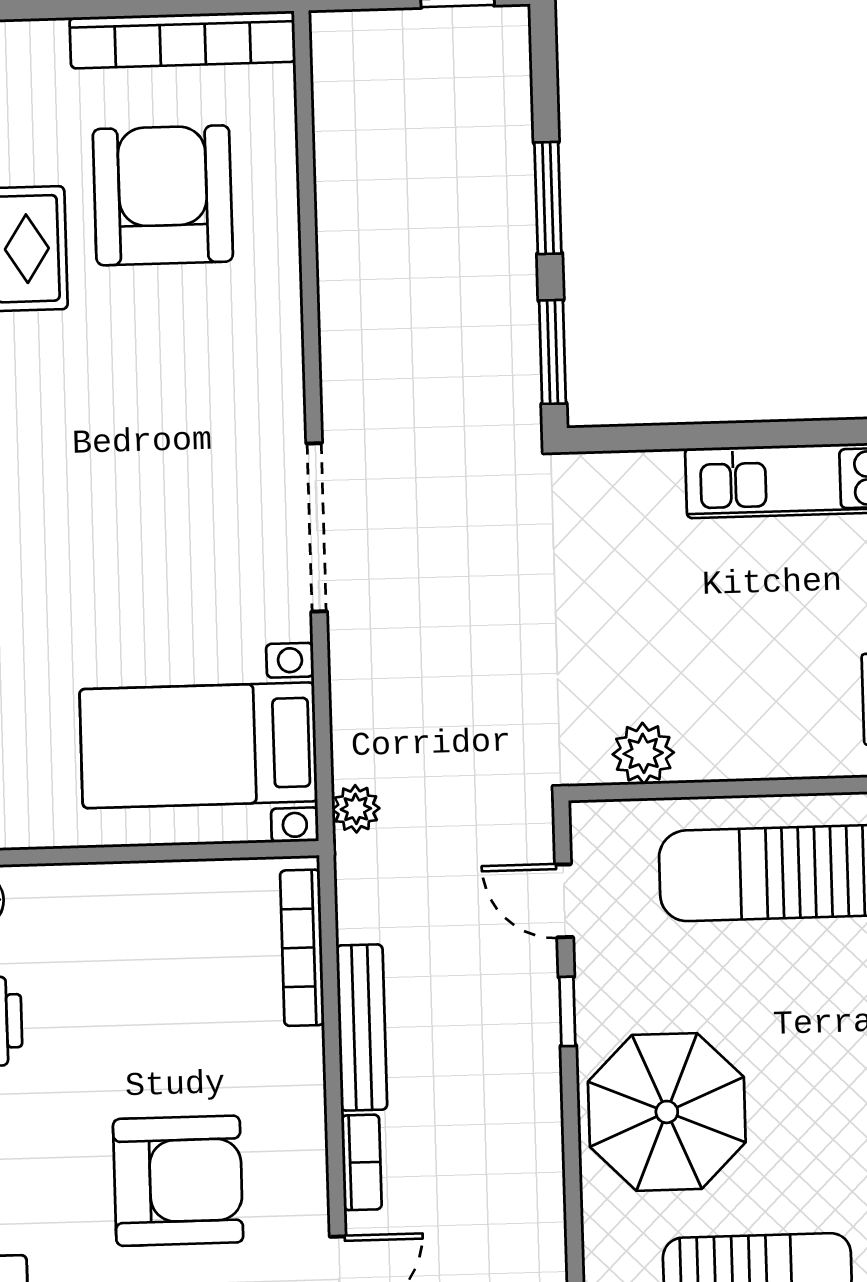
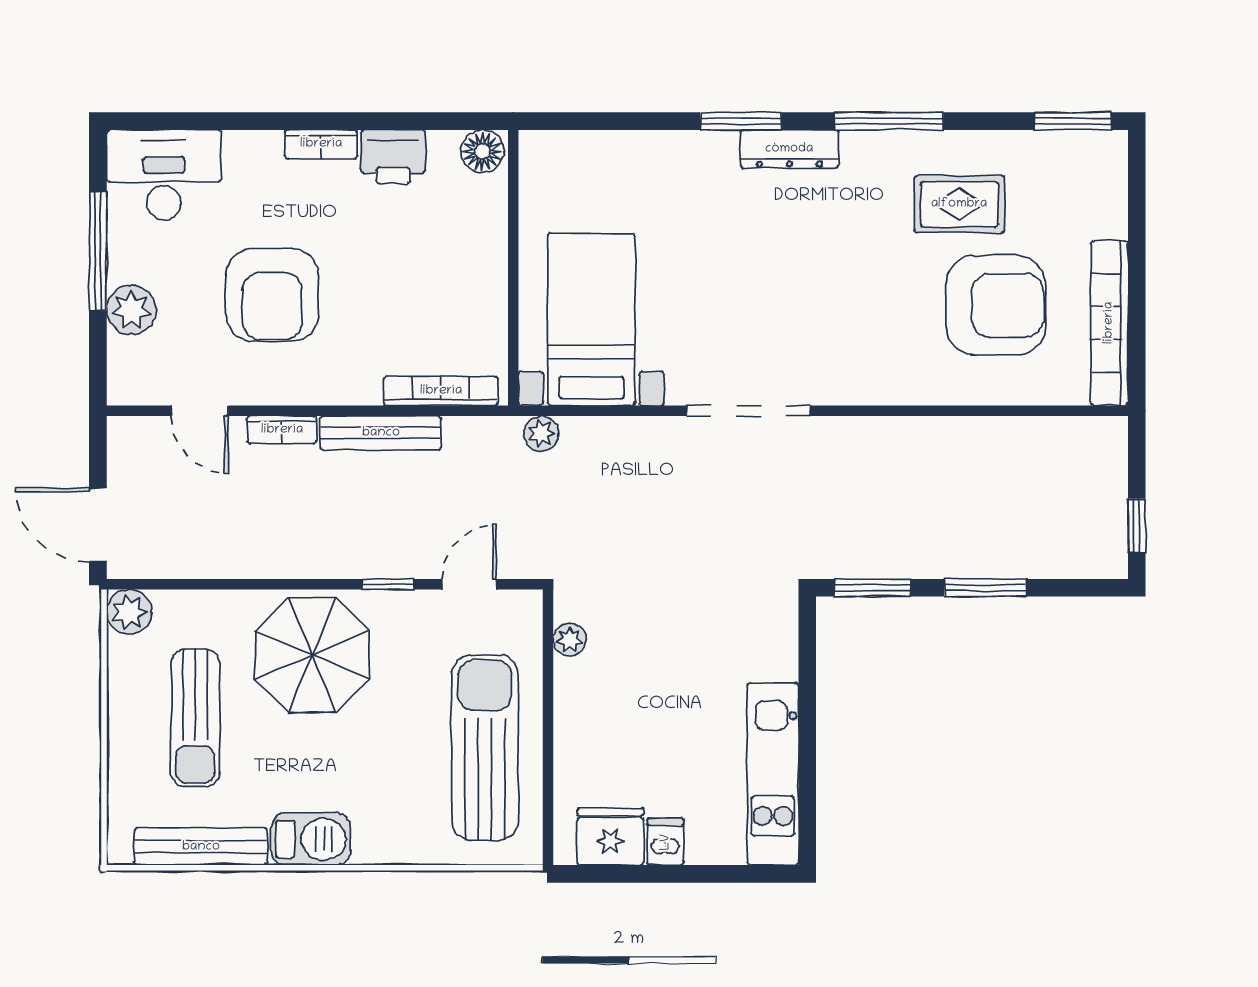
plant: (643, 753) -> (570, 639), width x0.73, depth x0.73

